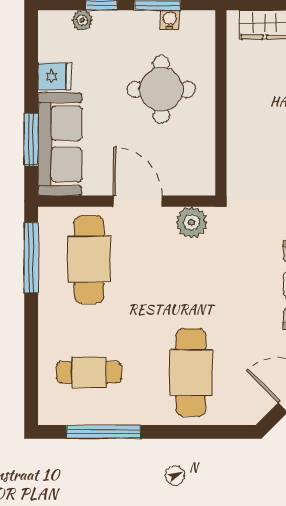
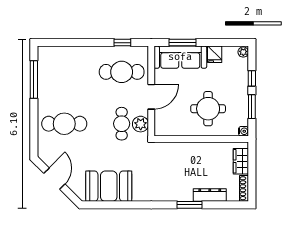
plant: (82, 20) -> (243, 52), moved
water cooler: (170, 20) -> (243, 131), moved
window: (31, 258) -> (122, 43), width x0.46
cafe table: (89, 372) -> (122, 124), moved

